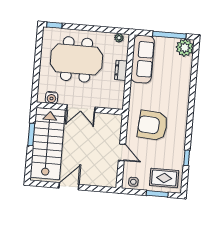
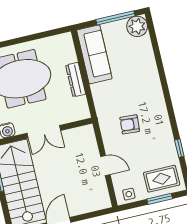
plant: (119, 38) -> (60, 39), removed
dresser: (121, 70) -> (76, 80), width x1.44
armchair: (153, 125) -> (130, 124), width x0.53, depth x0.53

